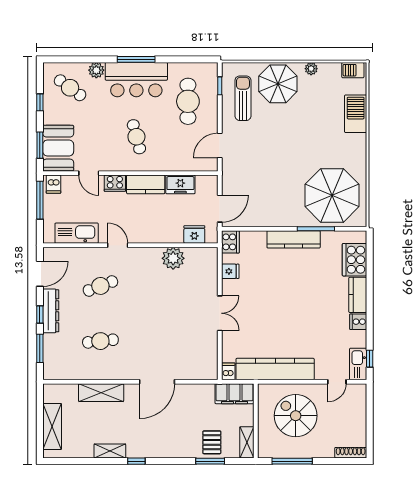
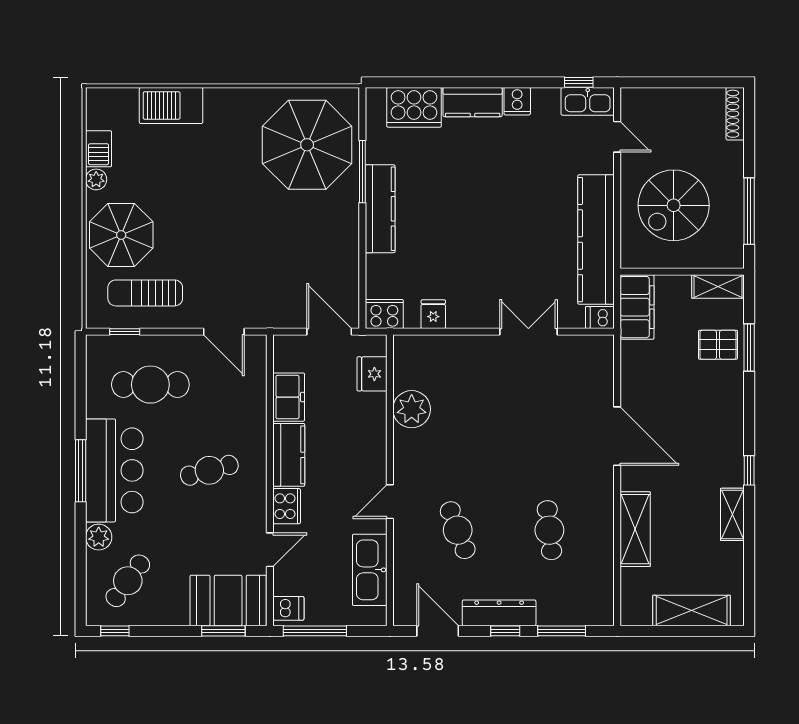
barbecue: (353, 70) -> (99, 149), moved
window: (40, 102) -> (115, 631), moved
double door: (220, 313) -> (528, 332), moved

